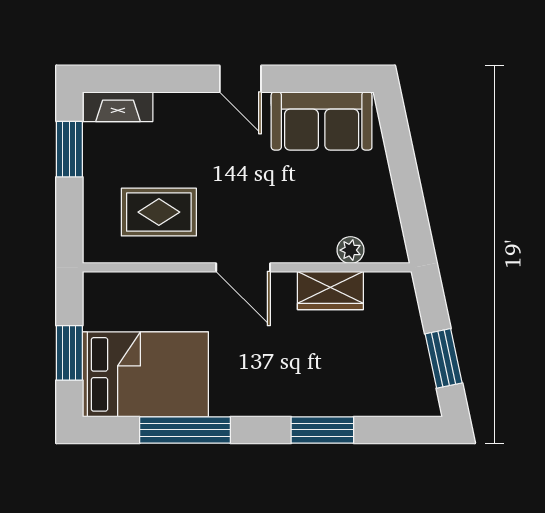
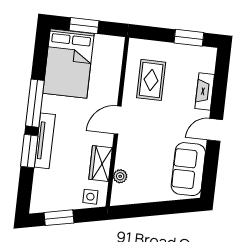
fireplace: (118, 107) -> (205, 92), moved
side table: (396, 303) -> (90, 197), added
tv unit: (299, 403) -> (45, 141), added
window: (185, 430) -> (35, 103), moved

